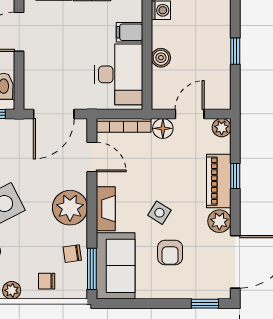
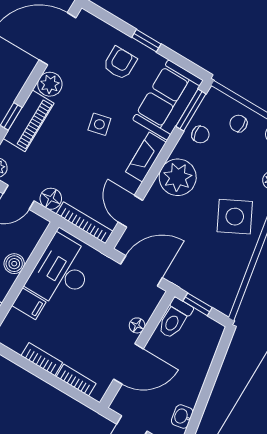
floor lamp: (31, 67) -> (137, 325), added
side table: (159, 213) -> (99, 124), turned 45
armchair: (170, 252) -> (120, 63), moved
chair: (47, 281) -> (238, 123), turned 180
window: (205, 304) -> (146, 41), moved

